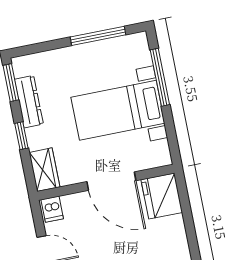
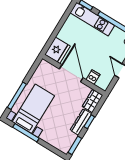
dresser: (29, 102) -> (81, 122), moved
bed with nightstands: (118, 110) -> (33, 109), moved, turned -90
dishwasher: (52, 209) -> (93, 77), moved

